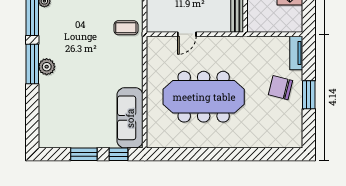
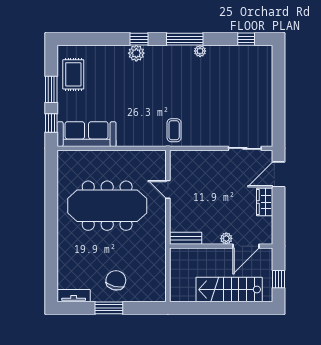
tv unit: (296, 53) -> (74, 296), moved
window: (32, 64) -> (139, 39), width x0.46
meeting table: (204, 97) -> (107, 206), turned 90
rug: (68, 131) -> (73, 74), added

